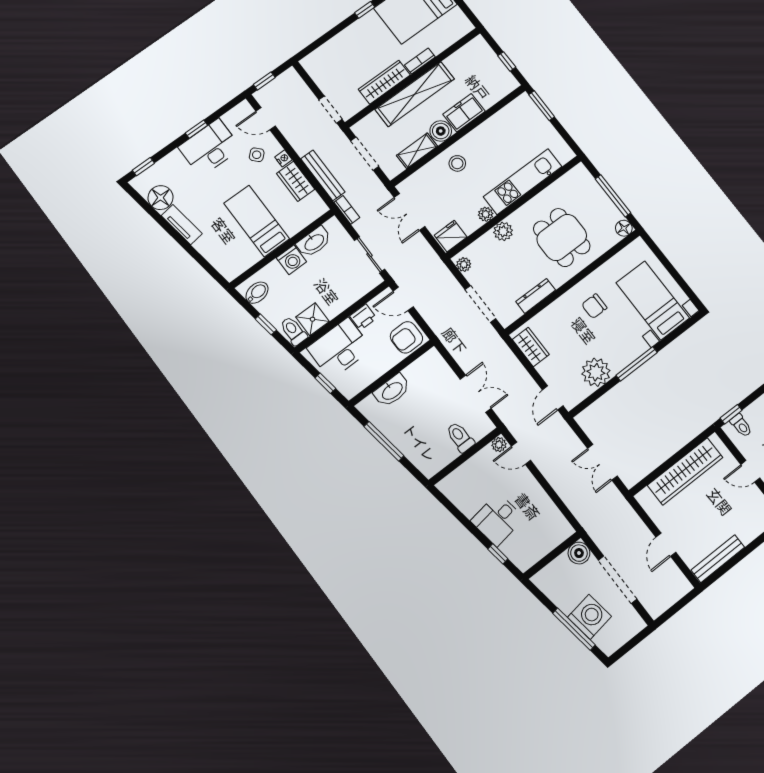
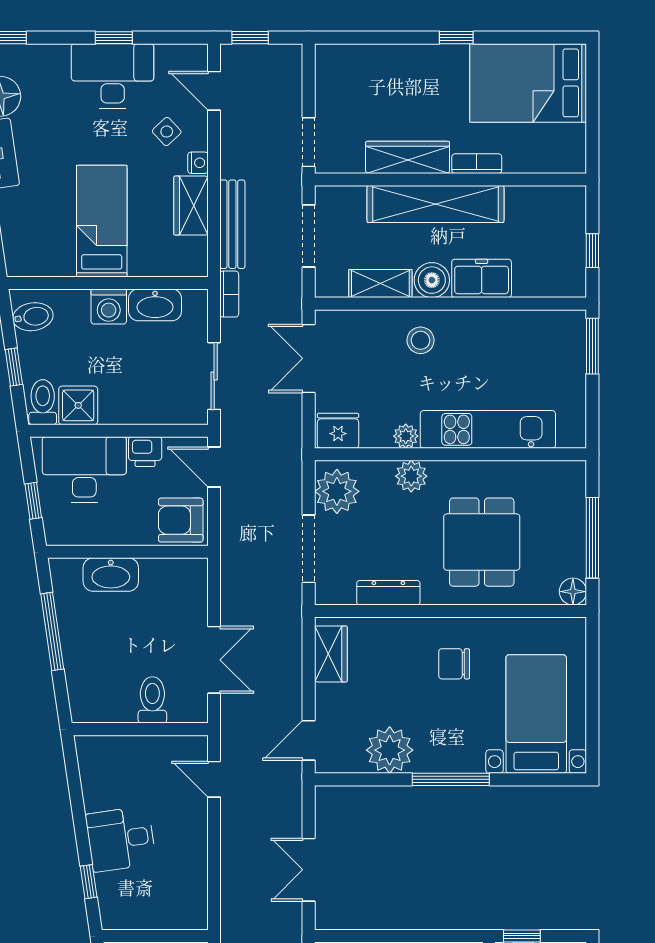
plant: (464, 265) -> (337, 491), width x1.88, depth x1.88
plant: (499, 445) -> (195, 747), removed

